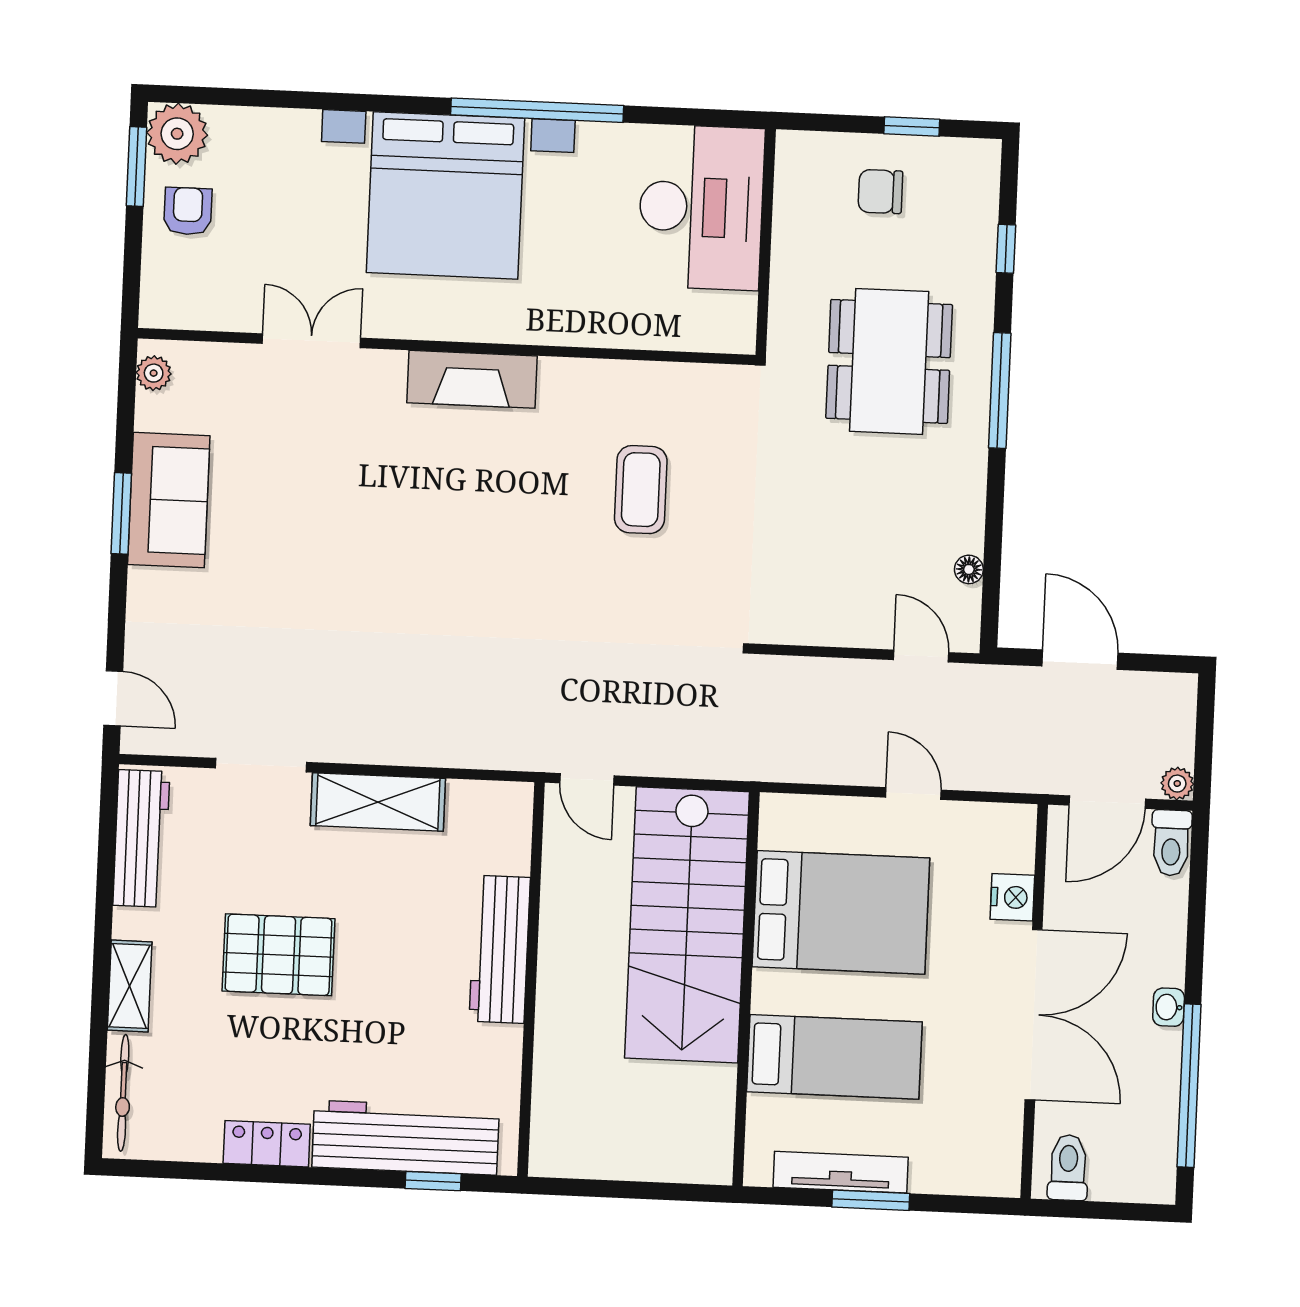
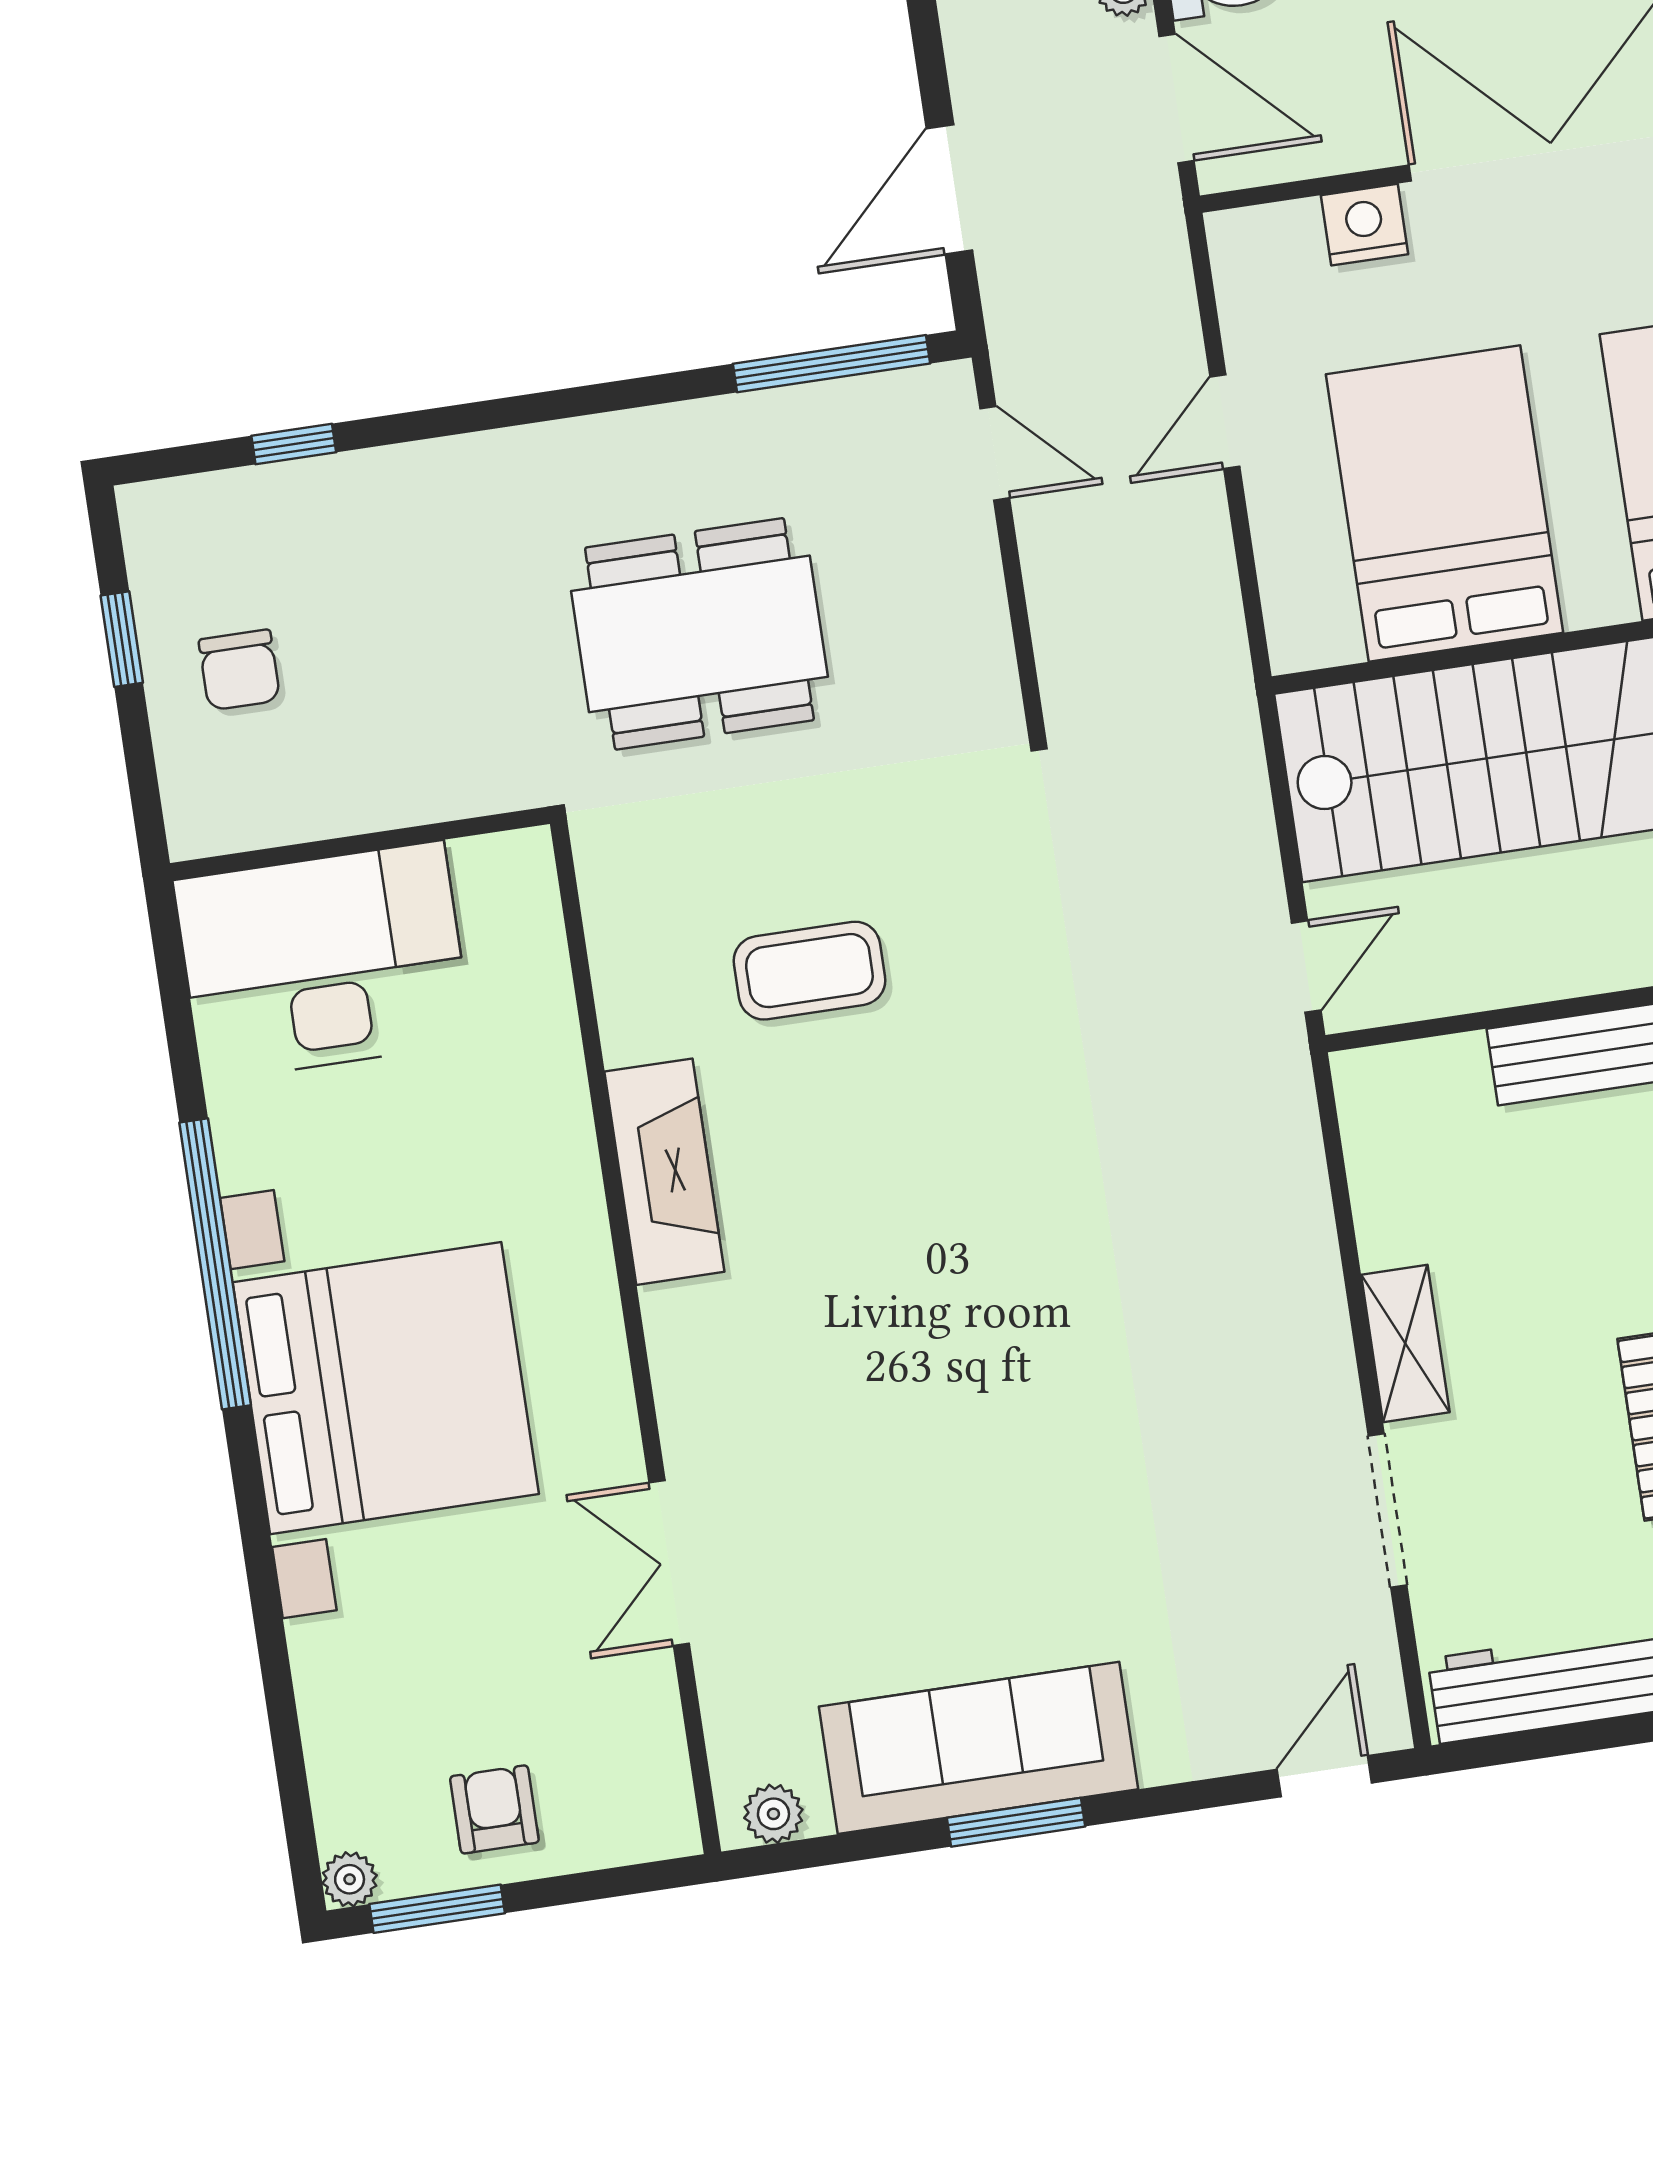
plant: (177, 134) -> (350, 1879), width x0.53, depth x0.53
armchair: (188, 211) -> (494, 1809), turned 90
dining table: (889, 361) -> (699, 634), moved
fireplace: (472, 379) -> (664, 1172), moved
window: (1000, 390) -> (831, 364), moved
sofa: (169, 500) -> (979, 1748), width x1.36
floor lamp: (969, 569) -> (836, 402), removed
door: (921, 656) -> (995, 453), swing flipped
shelving: (378, 802) -> (1405, 1343), width x0.67, depth x0.75

